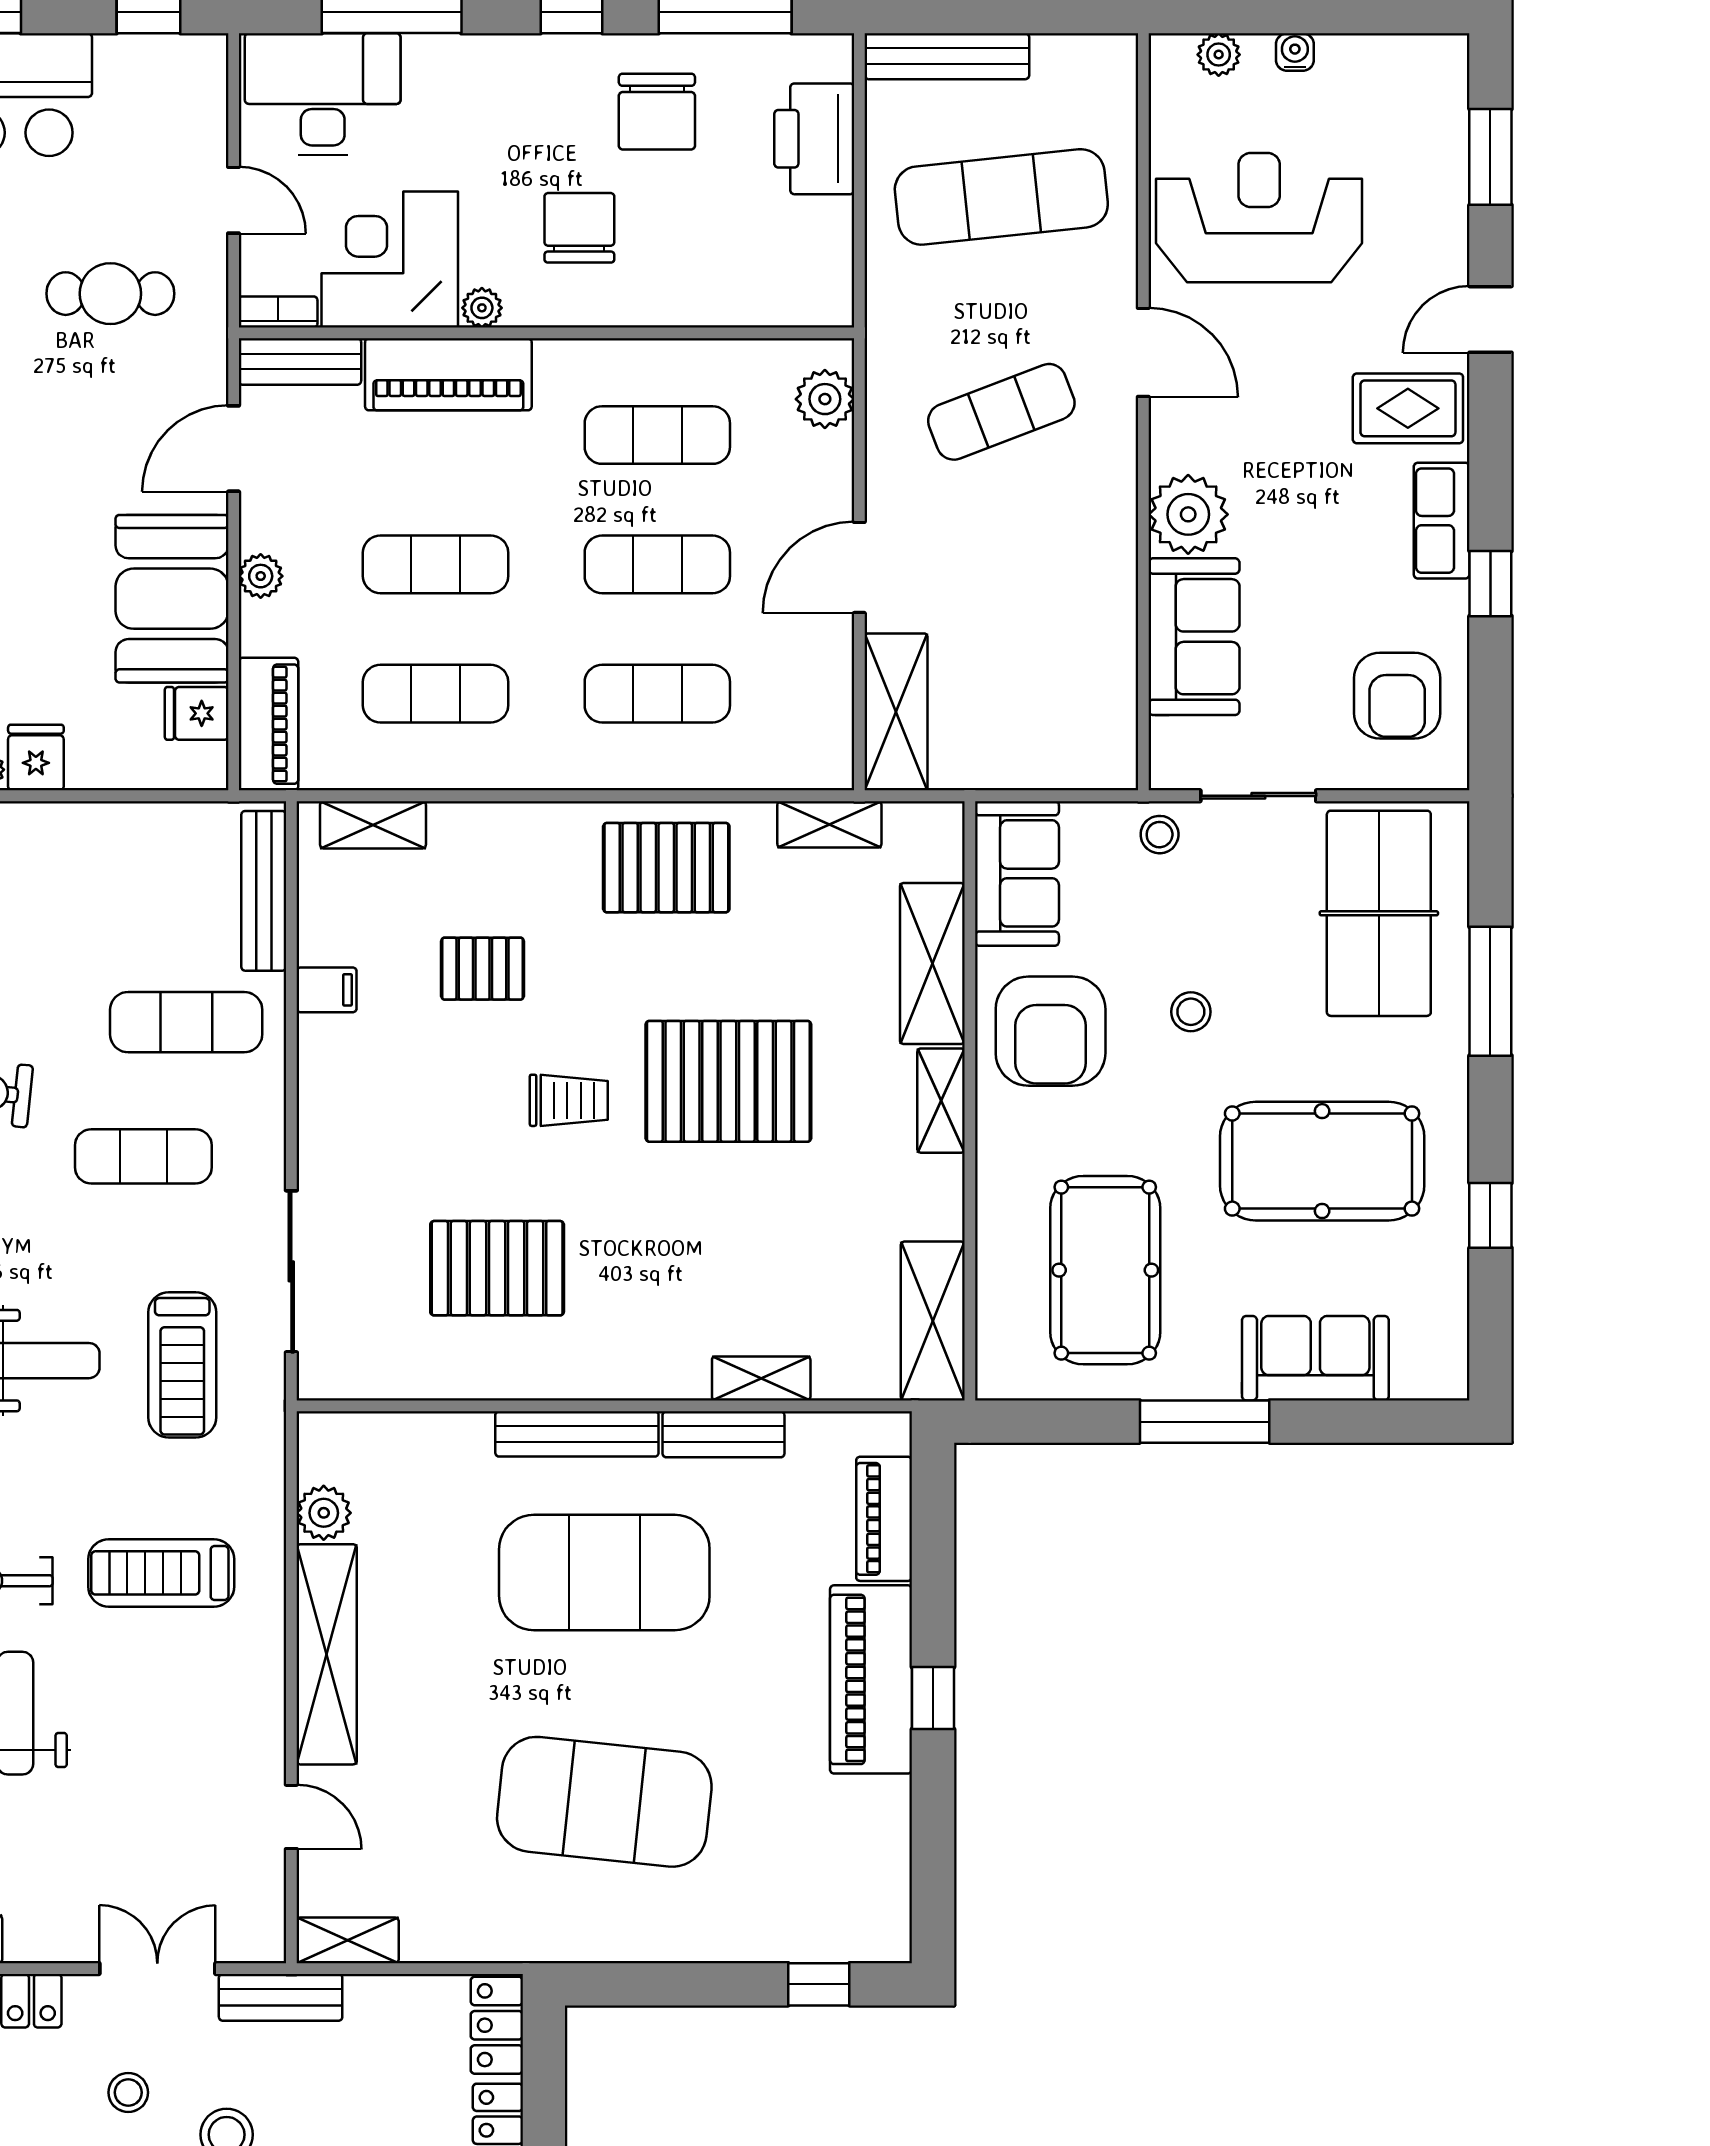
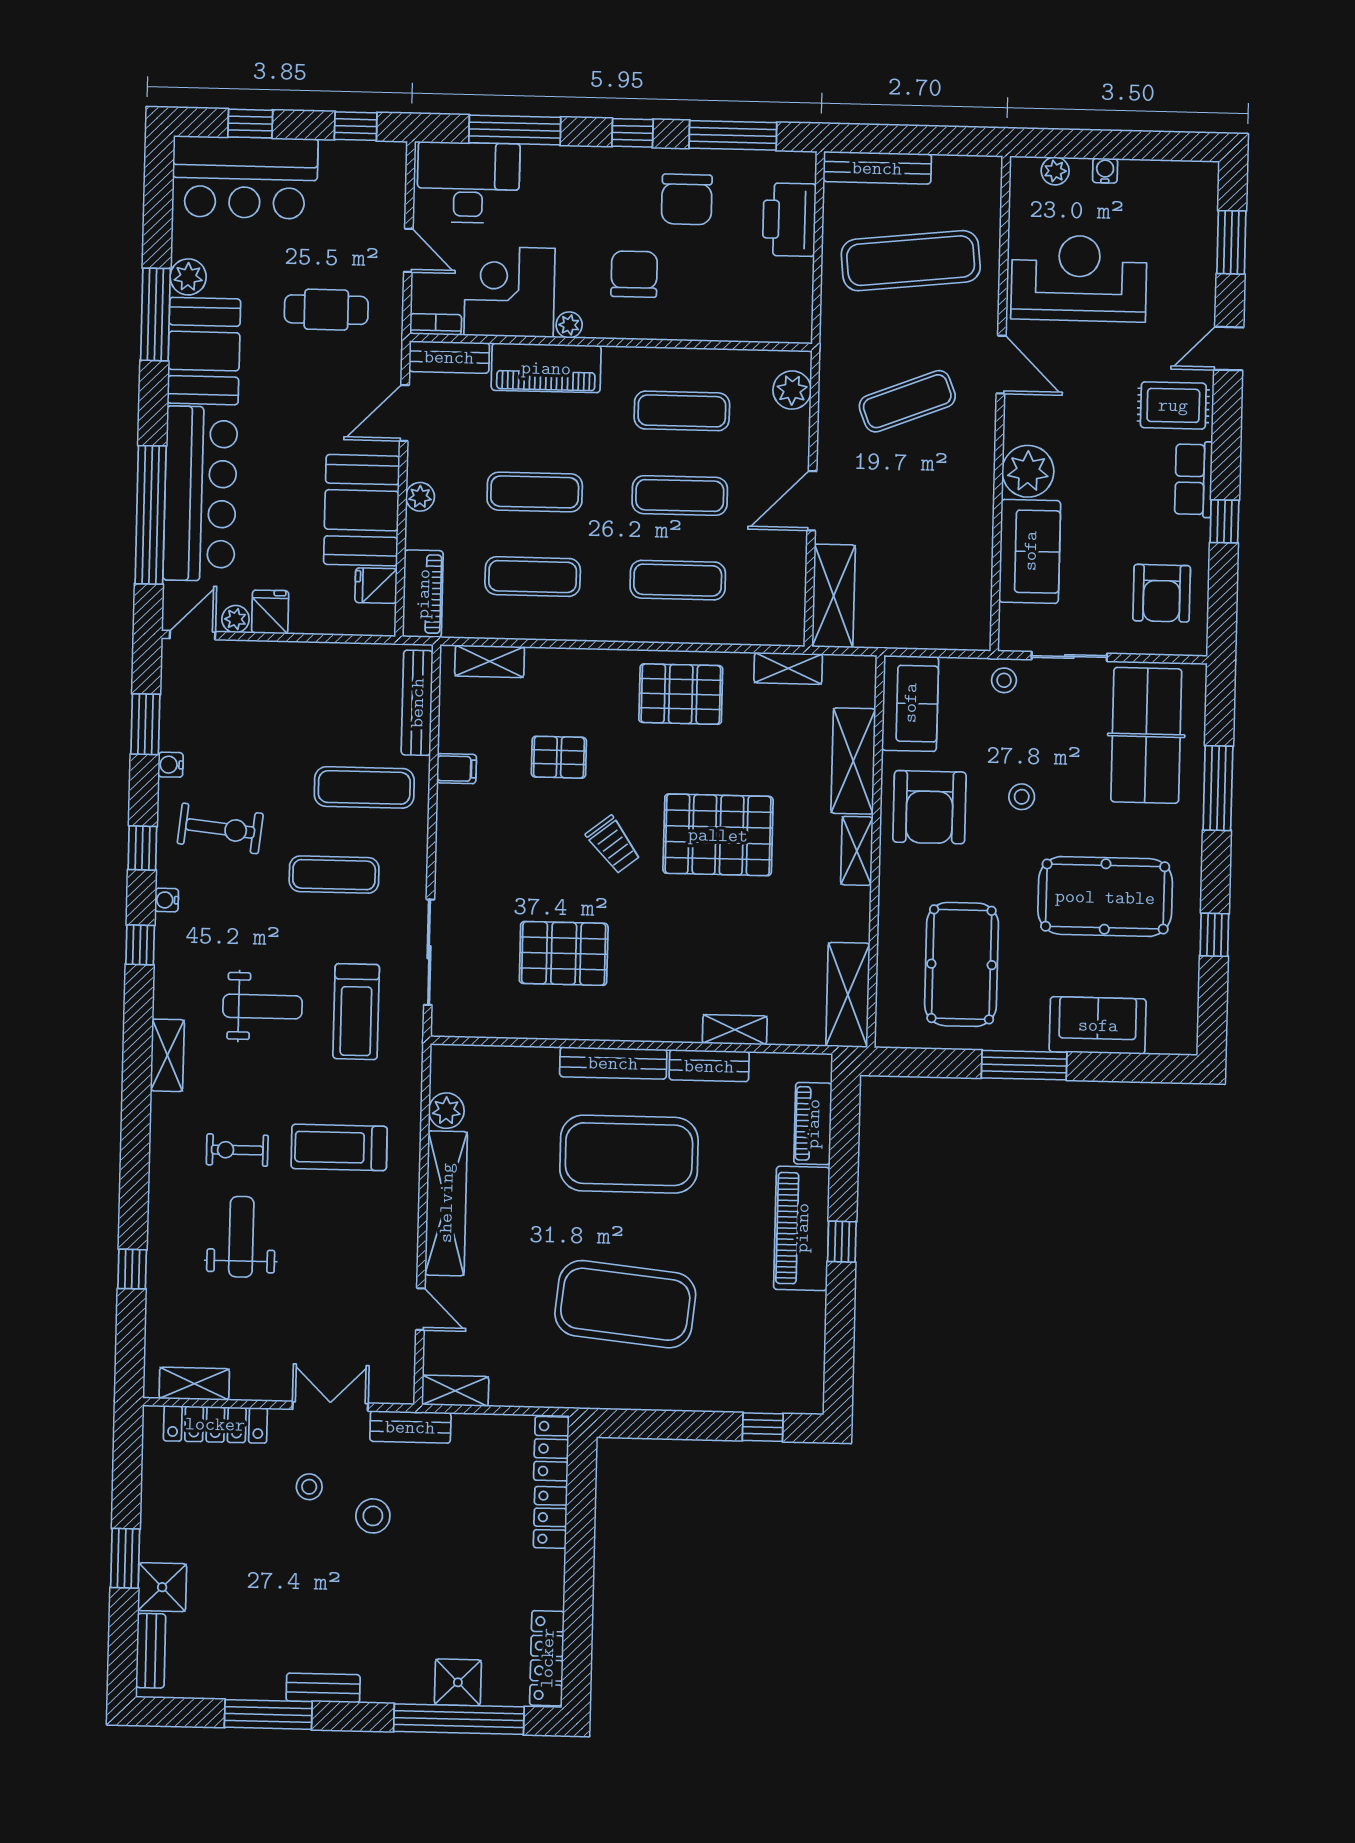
trolley: (569, 1100) -> (613, 845), turned 52

